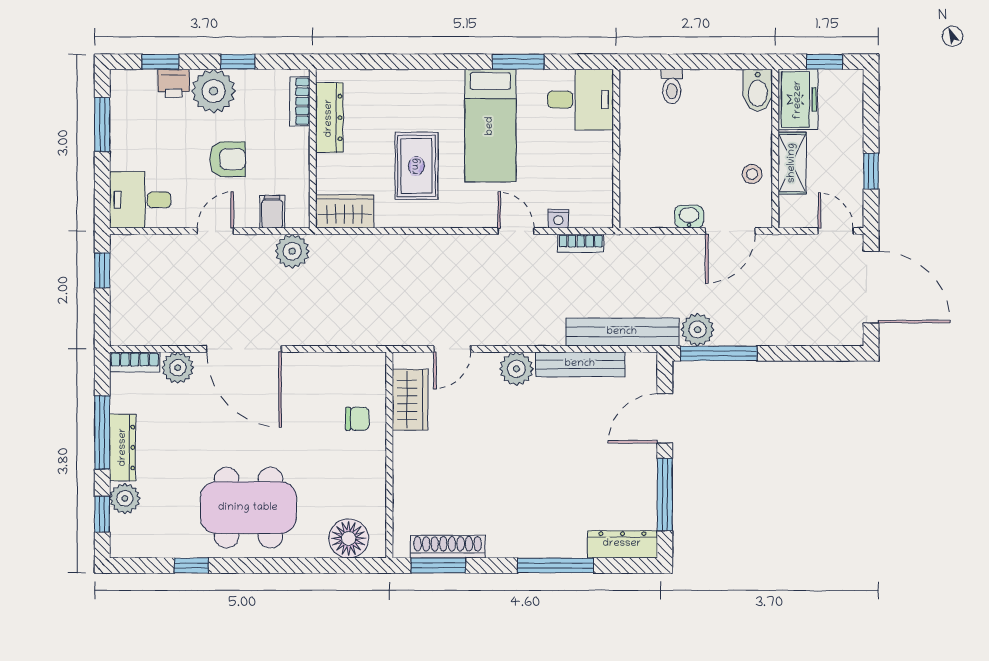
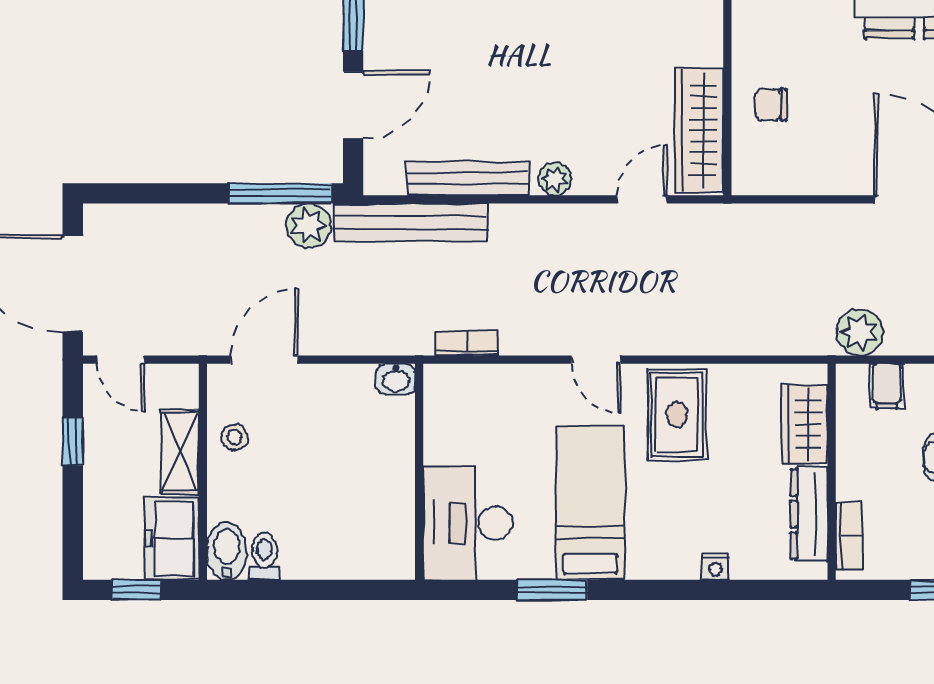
toilet: (672, 86) -> (264, 556), moved
desk: (580, 100) -> (468, 523), width x1.37
rug: (416, 166) -> (677, 415), moved
wardrobe: (345, 211) -> (805, 424), moved, turned 90
washbasin: (689, 217) -> (396, 379), moved
nightstand: (558, 219) -> (716, 567), moved, turned 180
door: (516, 231) -> (596, 360), moved
plant: (516, 369) -> (555, 179), width x0.73, depth x0.73
wardrobe: (410, 400) -> (699, 130), width x1.50

